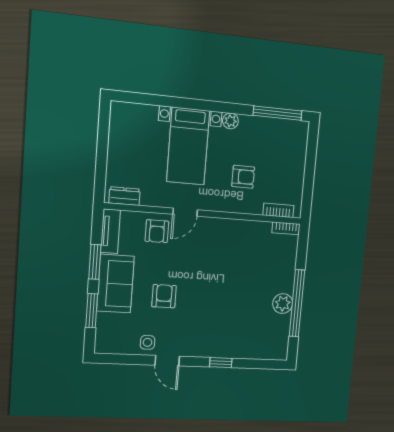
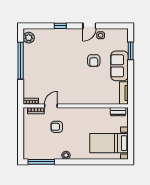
bed with nightstands: (188, 146) -> (109, 143), moved, turned -90
door: (185, 212) -> (51, 106), moved
armchair: (157, 231) -> (100, 95), removed
window: (95, 262) -> (131, 77), removed
plant: (283, 304) -> (29, 38), moved
door: (167, 361) -> (89, 26), swing flipped

